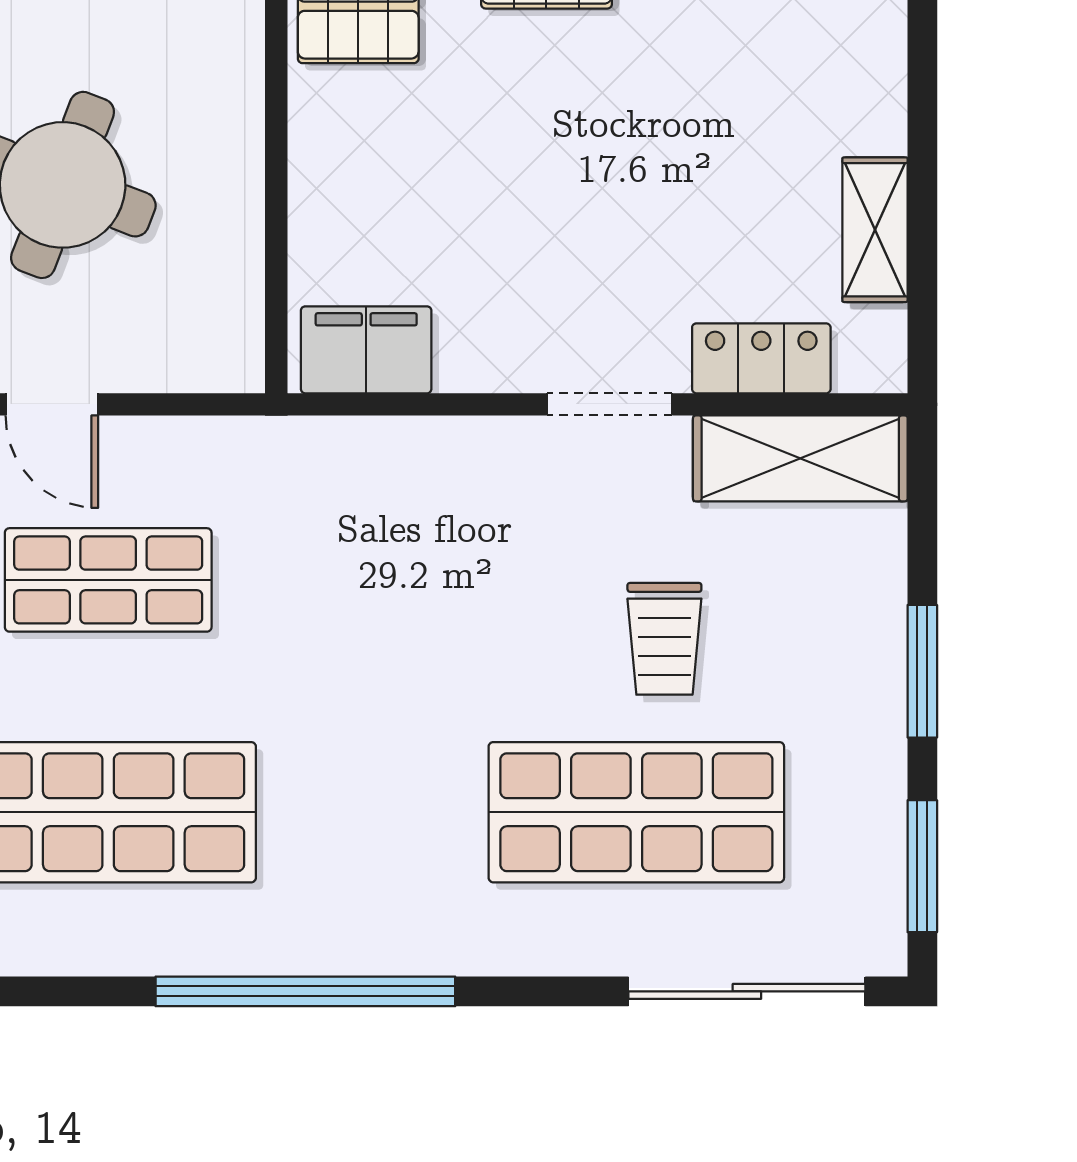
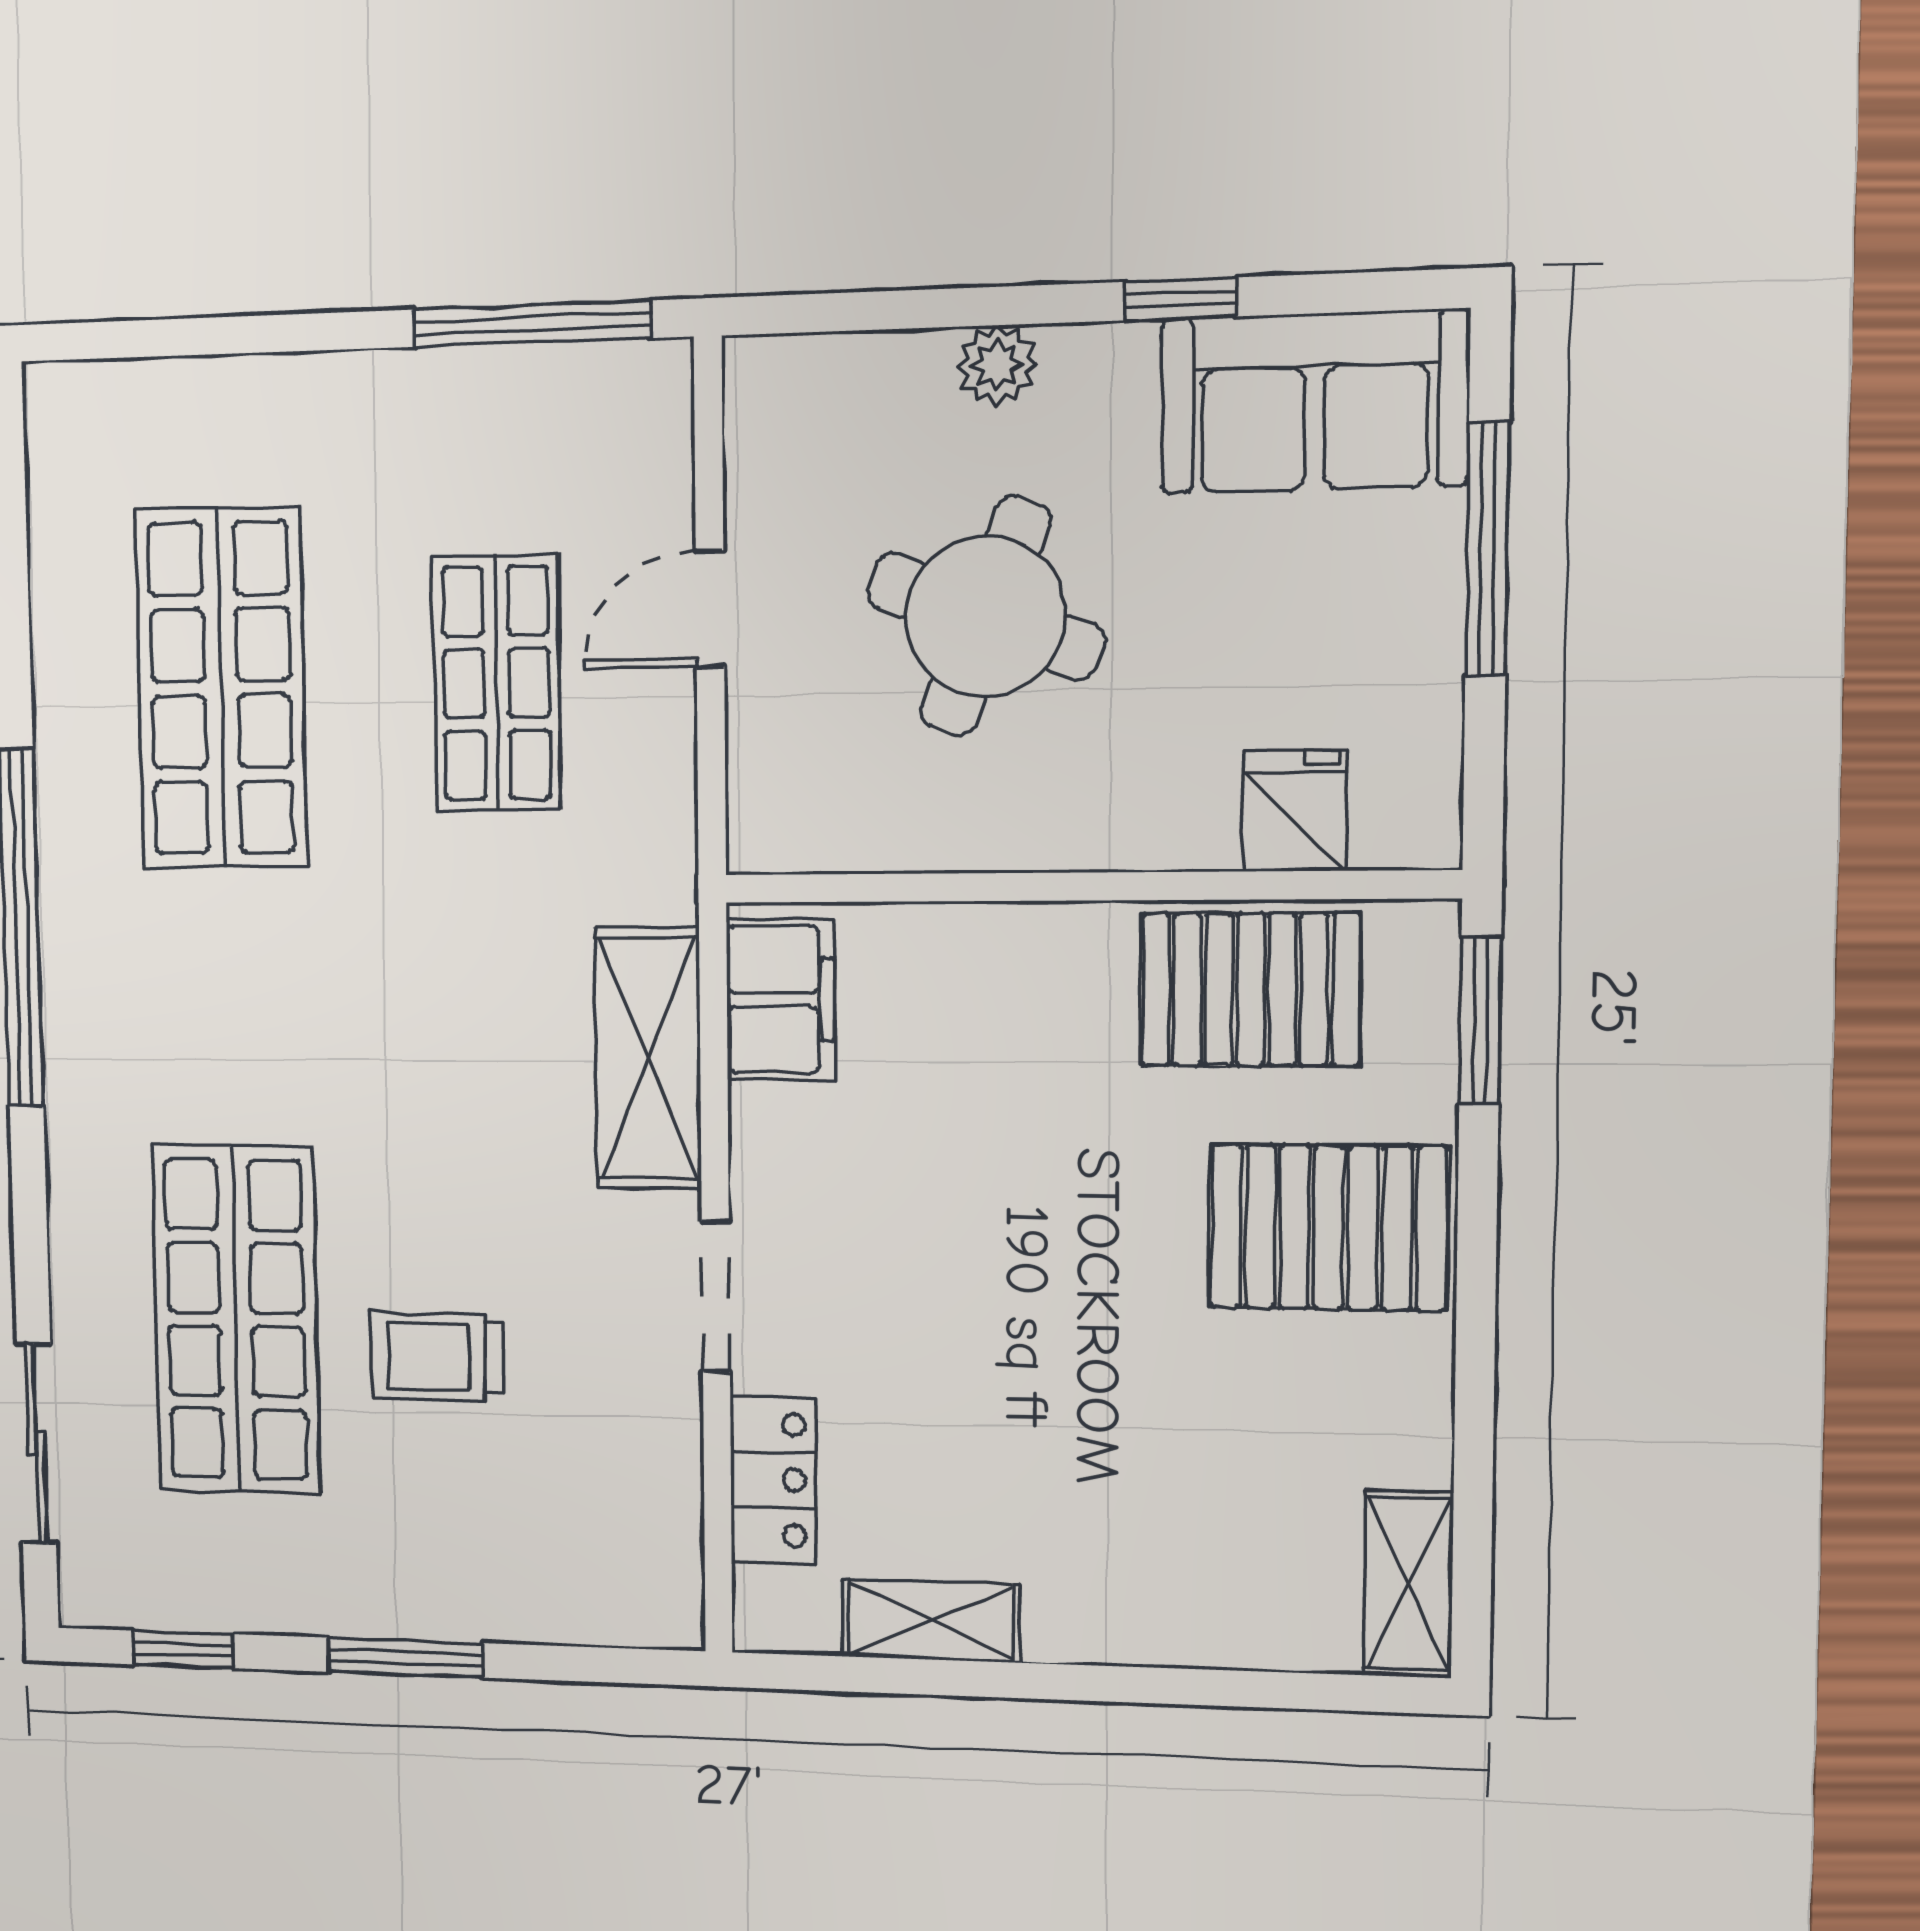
shelving: (800, 458) -> (648, 1058), moved
window: (922, 866) -> (183, 1649), width x0.67
sliding door: (747, 991) -> (37, 1444), width x0.73

